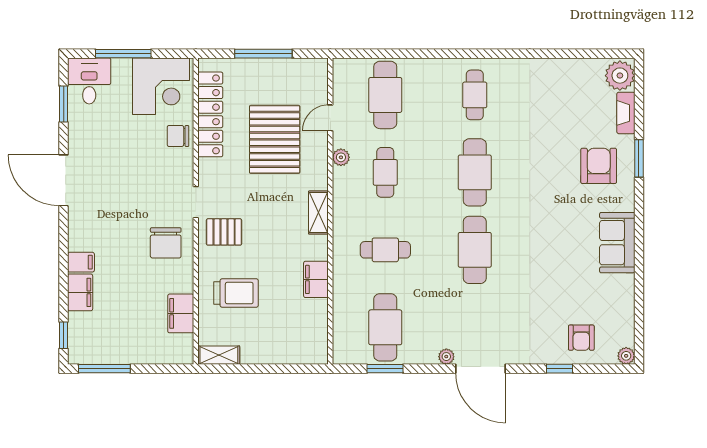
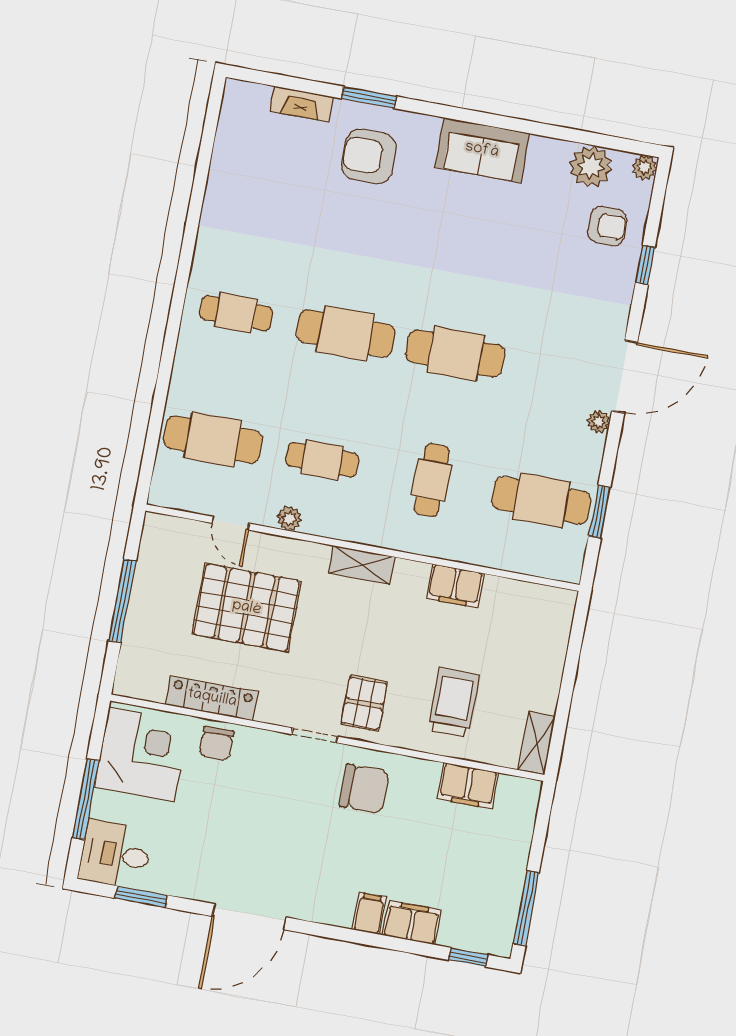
plant: (620, 76) -> (591, 167), moved
locker: (210, 114) -> (212, 698), width x0.71, depth x0.83

